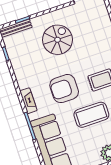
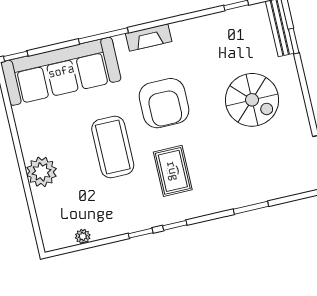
armchair: (64, 89) -> (164, 103), turned 180

